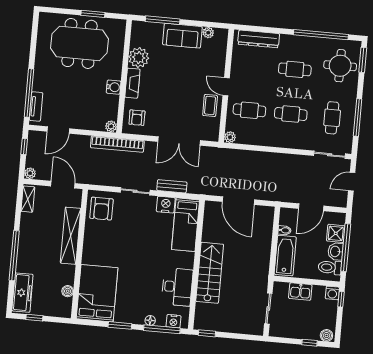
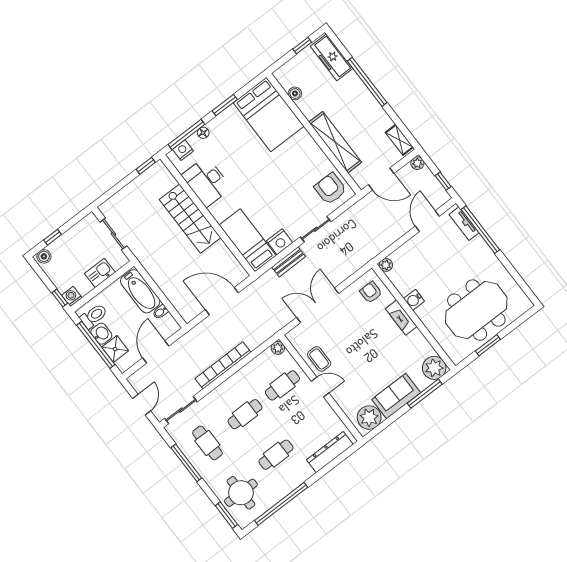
plant: (208, 33) -> (369, 418), width x1.88, depth x1.88
plant: (139, 58) -> (434, 368), moved
bookcase: (117, 144) -> (223, 365), moved

